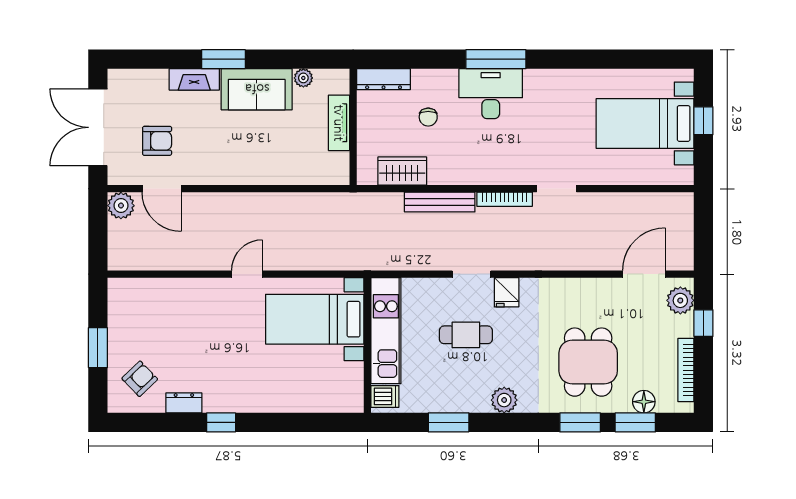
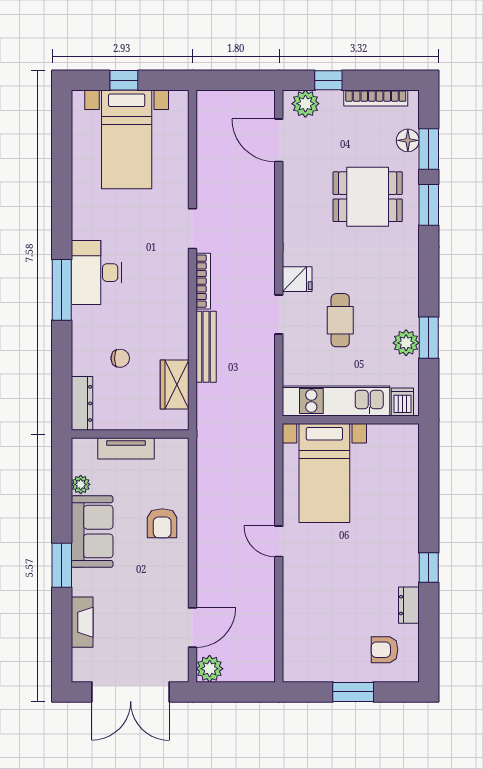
fireplace: (194, 79) -> (82, 622), moved
desk: (491, 94) -> (97, 273), moved
armchair: (157, 141) -> (162, 523), moved, turned 180
armchair: (140, 379) -> (385, 650), turned -46
plant: (504, 400) -> (406, 343), moved

